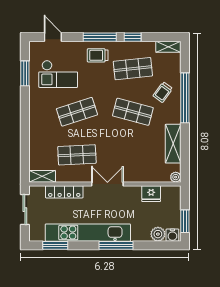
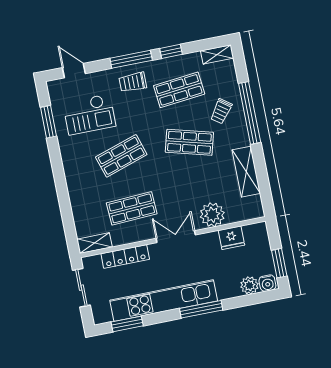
plant: (176, 177) -> (212, 215), moved, width x1.87, depth x1.87

